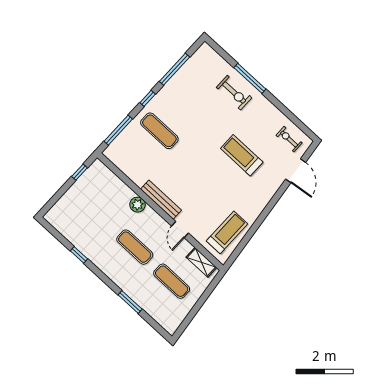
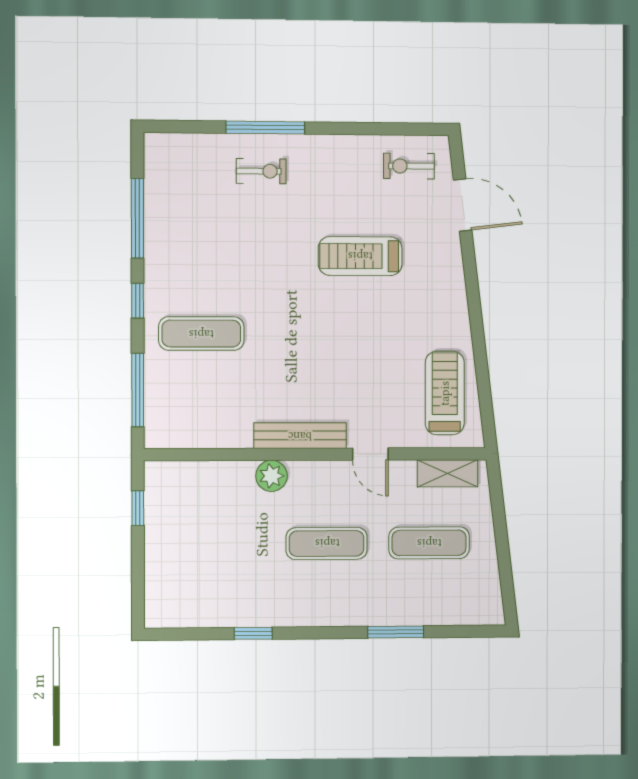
exercise bike: (234, 93) -> (261, 171), width x0.73, depth x0.72

